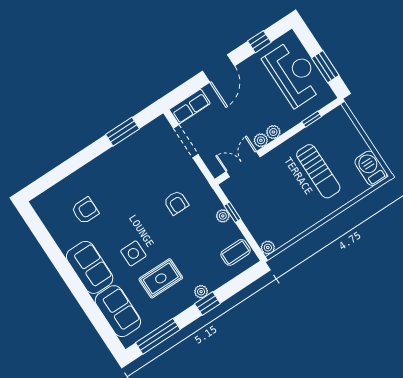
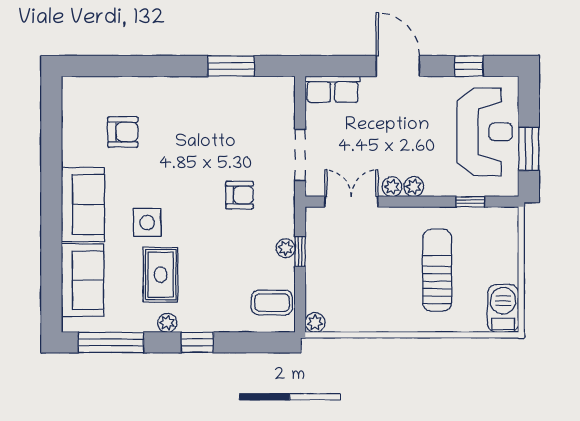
door: (218, 69) -> (398, 66), swing flipped
doorway: (186, 141) -> (300, 155), moved
sun lounger: (318, 171) -> (437, 270), turned 180
armchair: (176, 203) -> (240, 195), turned -90
rug: (161, 278) -> (161, 275), turned 90
plant: (201, 292) -> (167, 323), moved

